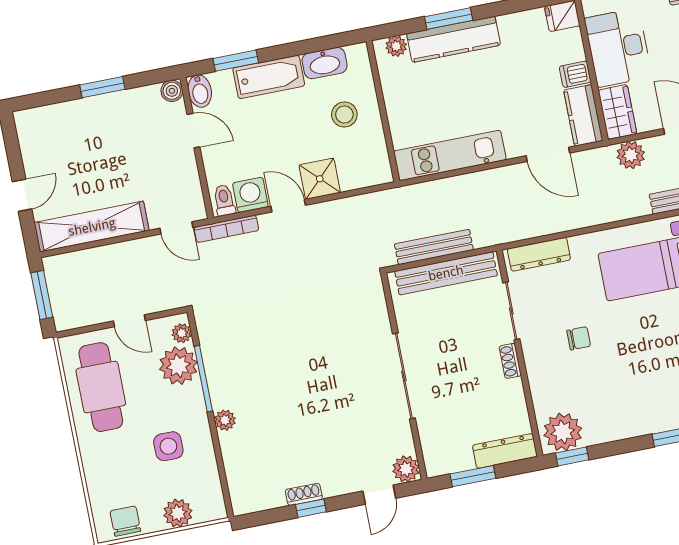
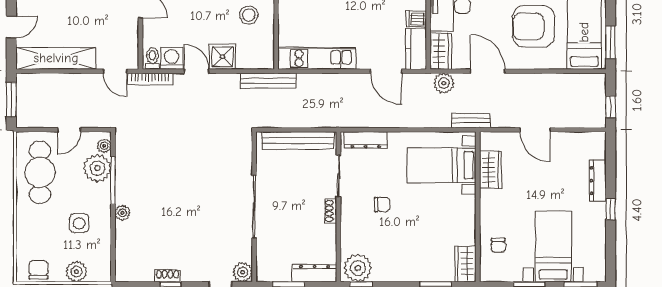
bench: (434, 247) -> (268, 81), moved
door: (129, 321) -> (69, 130), hinge flipped

